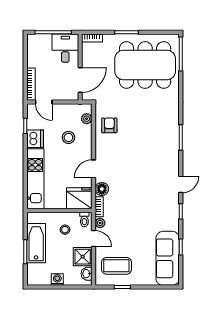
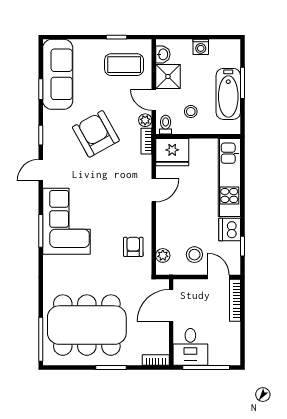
armchair: (109, 125) -> (133, 247), turned 180
stool: (68, 137) -> (194, 255), moved
corner sofa: (161, 145) -> (66, 221), added
floor lamp: (102, 189) -> (143, 164), removed
armchair: (138, 212) -> (96, 134), added

